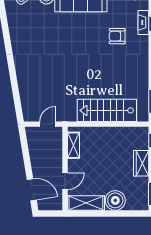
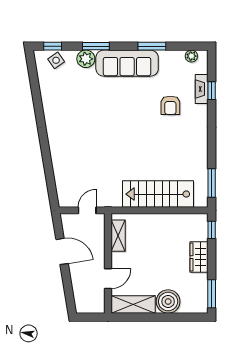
armchair: (117, 36) -> (170, 105), turned -90
door: (32, 190) -> (62, 251), moved

